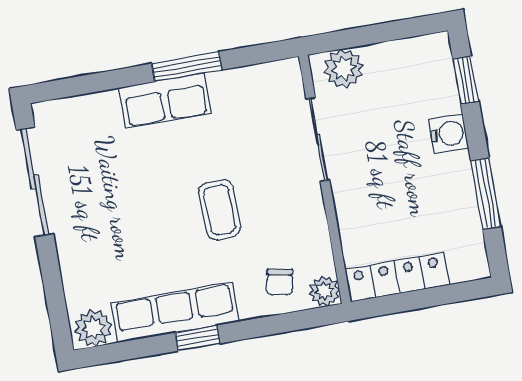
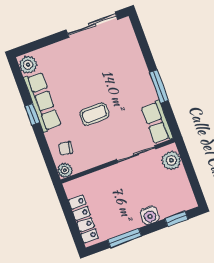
row of seats: (165, 101) -> (157, 122), moved
locker: (397, 277) -> (84, 219), moved

